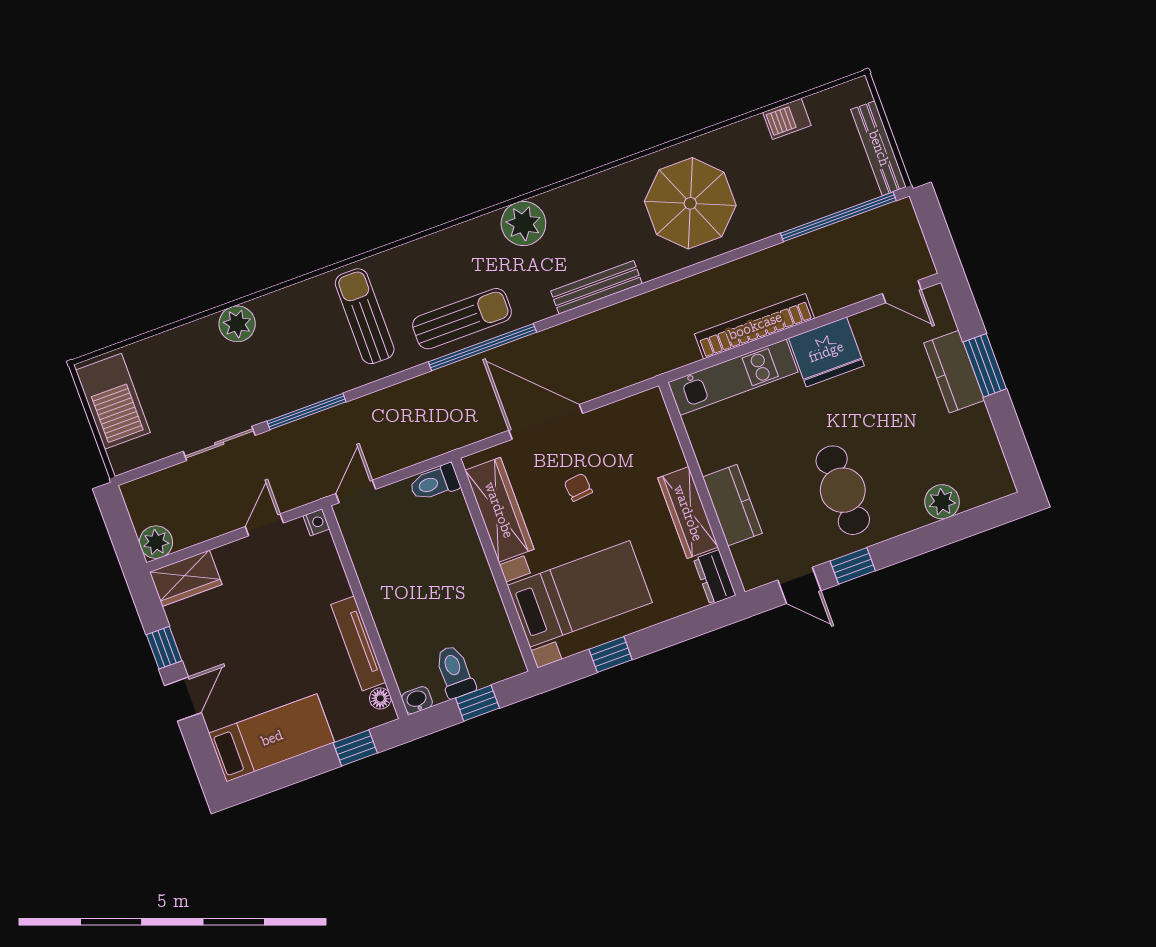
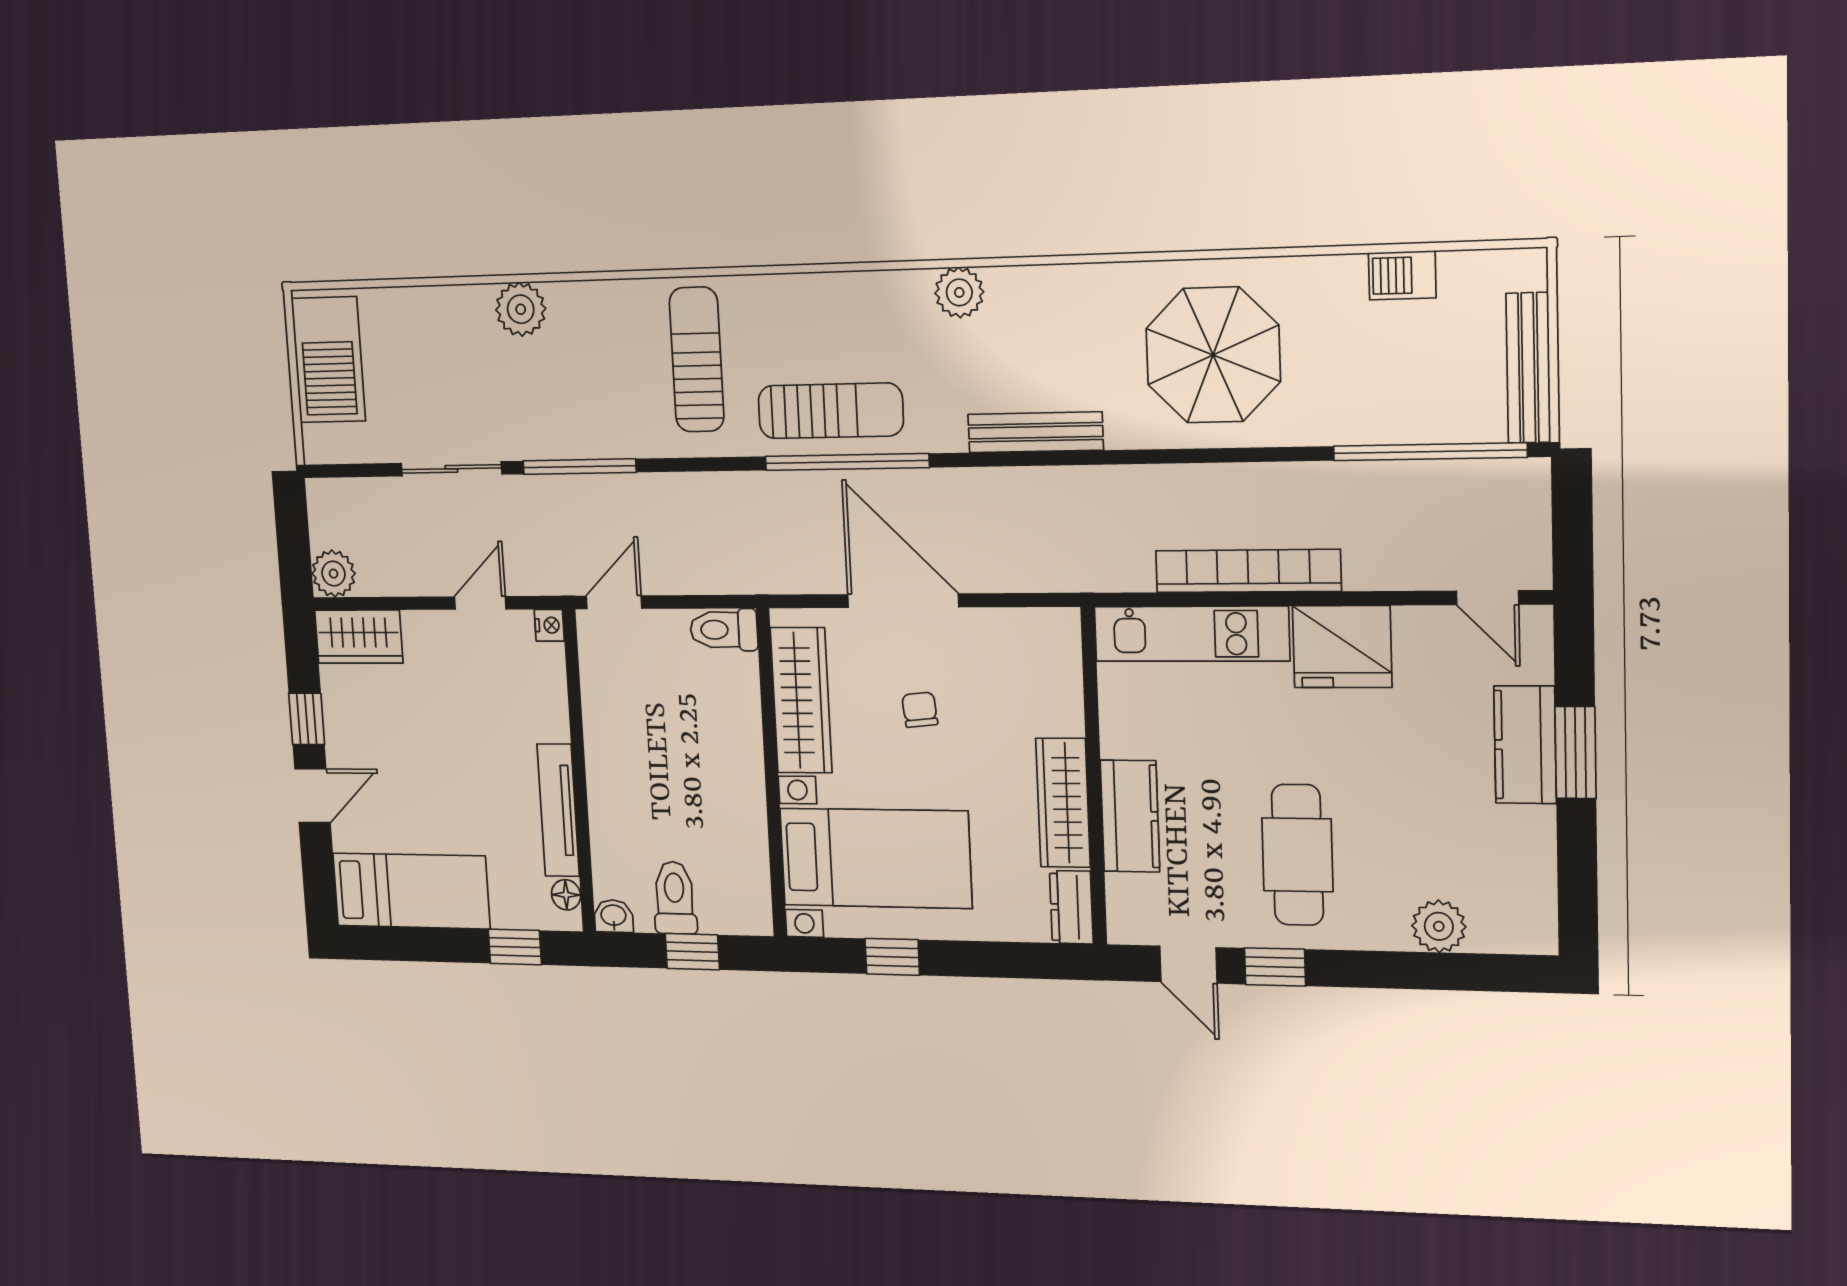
plant: (523, 224) -> (959, 292), width x0.73, depth x0.73

